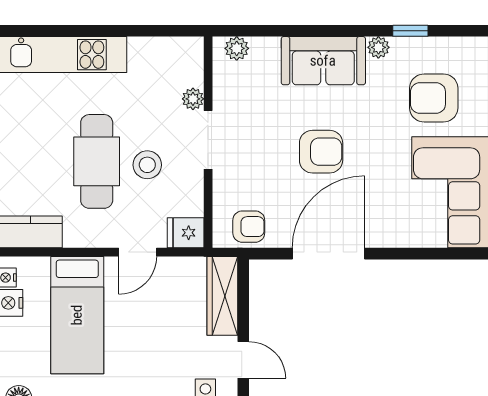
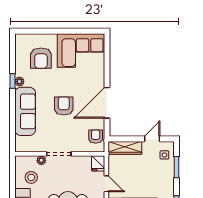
window: (410, 31) -> (12, 81), moved
plant: (237, 48) -> (20, 142), removed
sofa: (323, 61) -> (25, 111), width x1.36
stool: (147, 165) -> (31, 177), moved
door: (328, 254) -> (107, 103), hinge flipped

